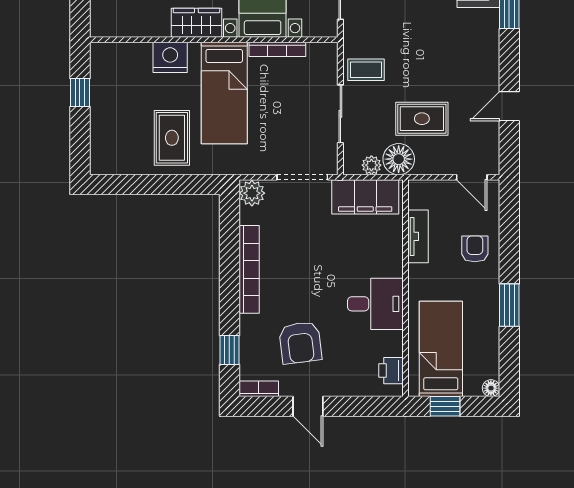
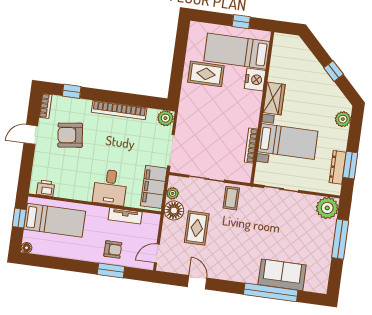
bed: (224, 93) -> (237, 51), moved
desk: (375, 304) -> (110, 187), moved
window: (509, 305) -> (111, 271), moved

